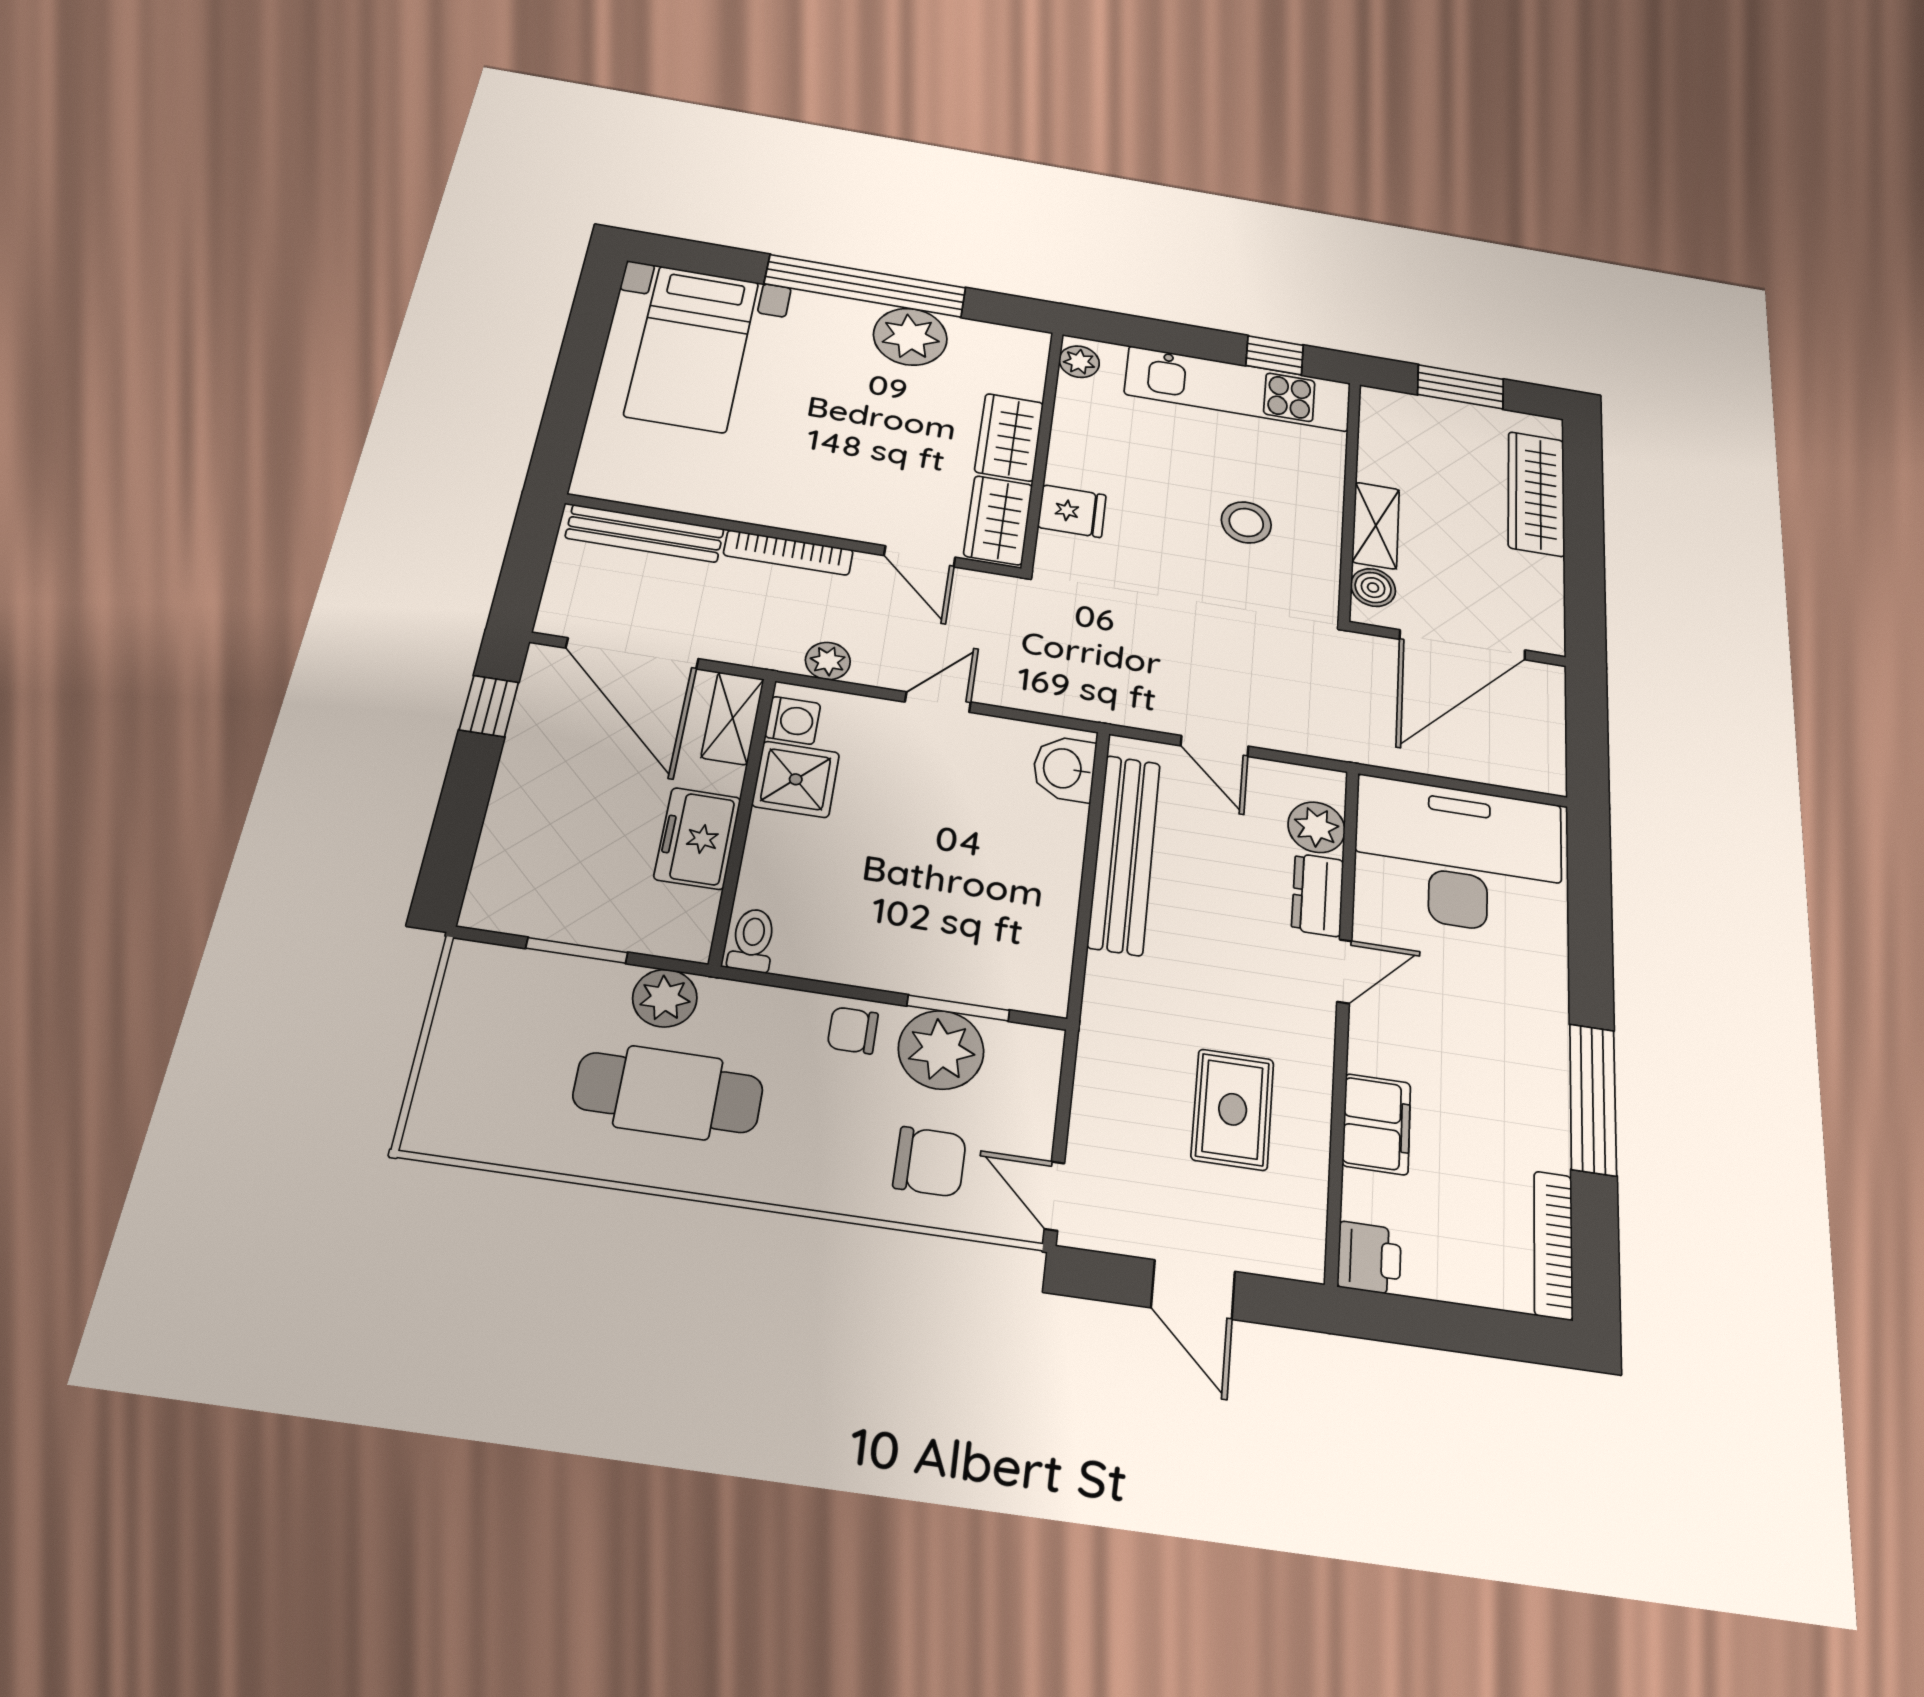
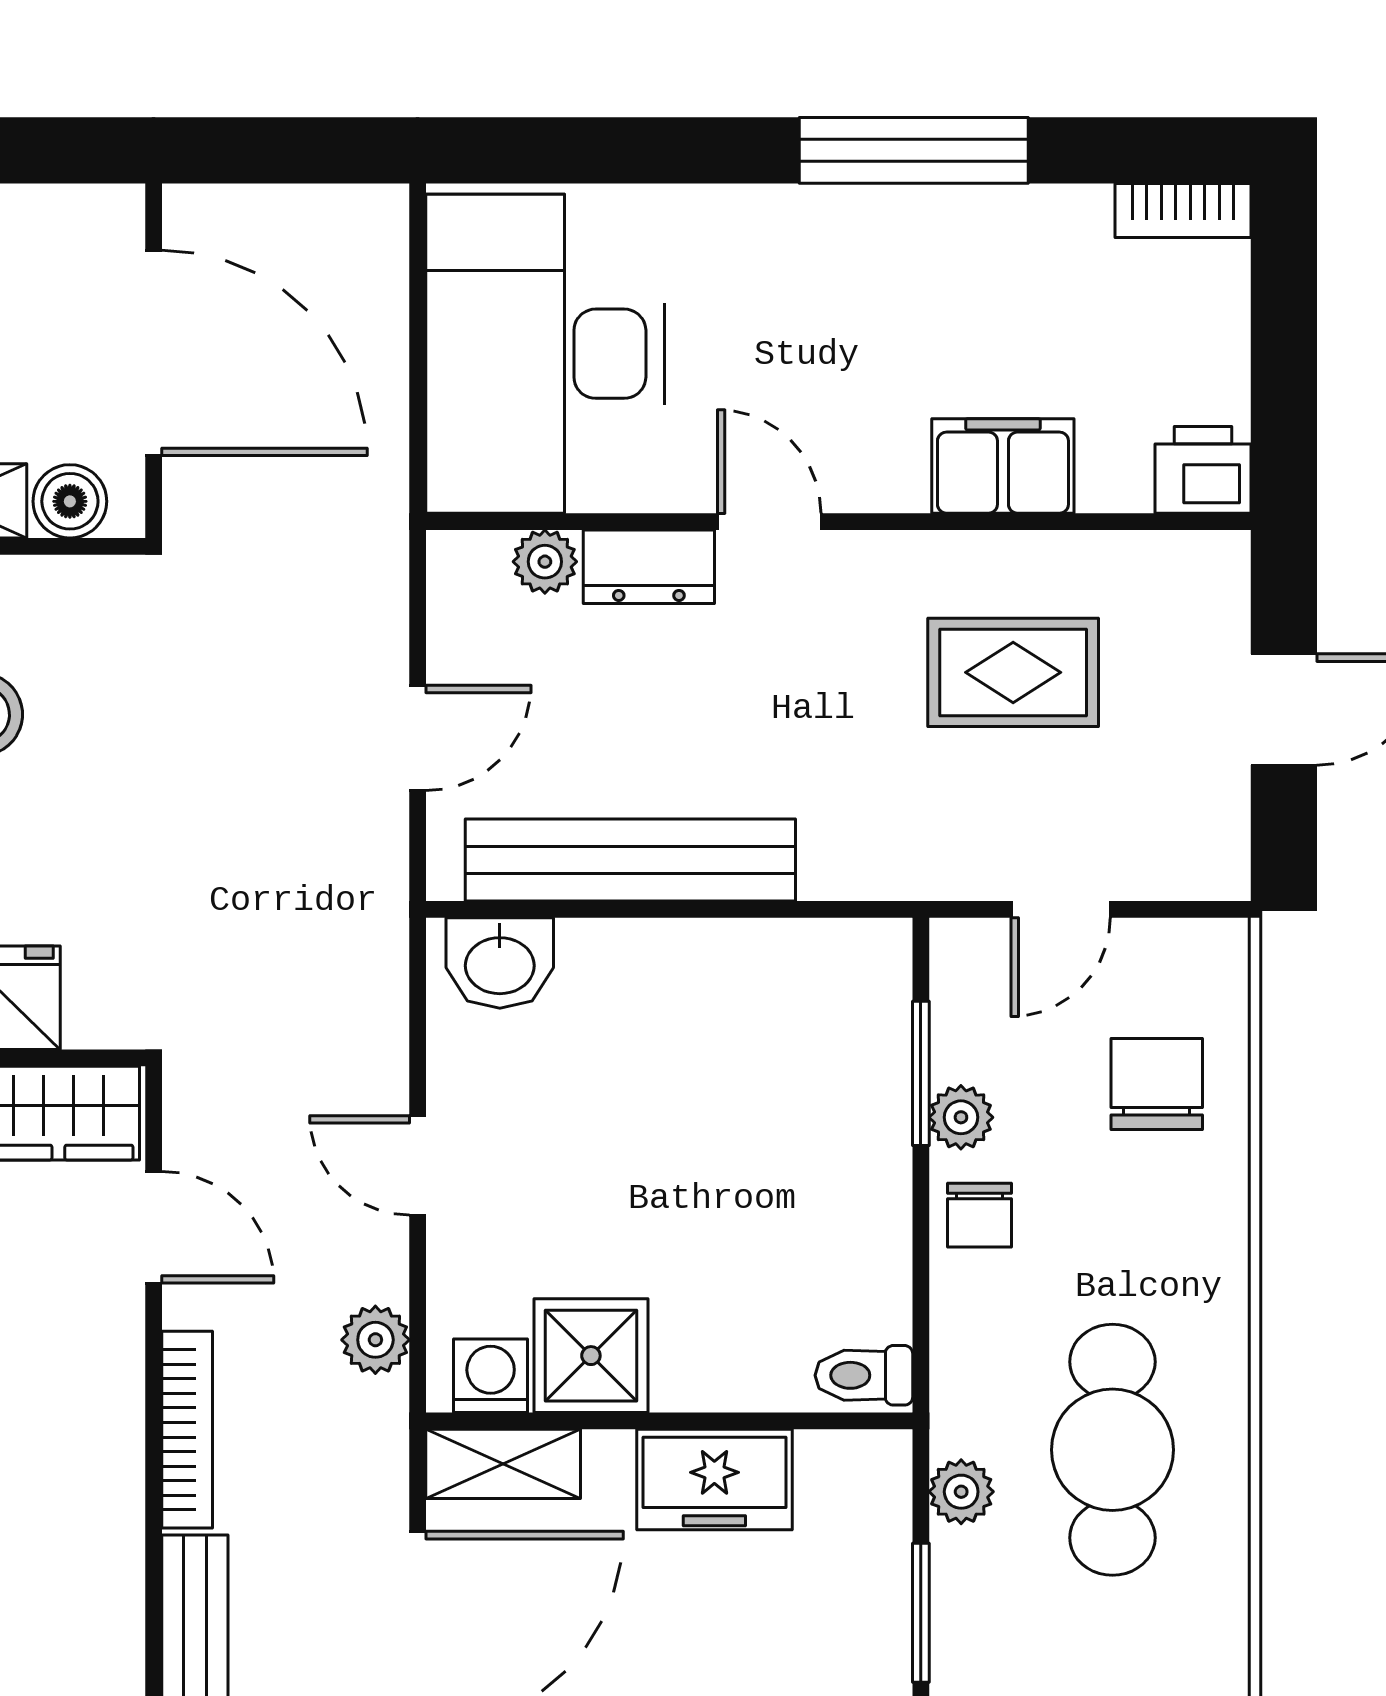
door: (920, 556) -> (154, 1227), hinge flipped
plant: (1316, 827) -> (545, 562), width x0.73, depth x0.73
plant: (665, 998) -> (961, 1492), width x0.73, depth x0.73
plant: (941, 1050) -> (961, 1117), width x0.53, depth x0.53
door: (1054, 1196) -> (1061, 909), moved
bookcase: (1553, 1245) -> (1183, 210), width x0.64

